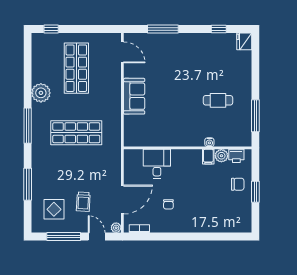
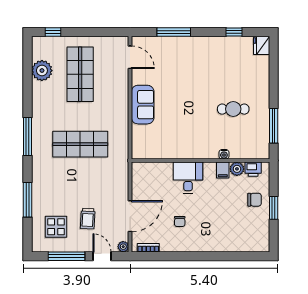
plant: (41, 93) -> (42, 71), moved
desk: (157, 164) -> (188, 178), moved

